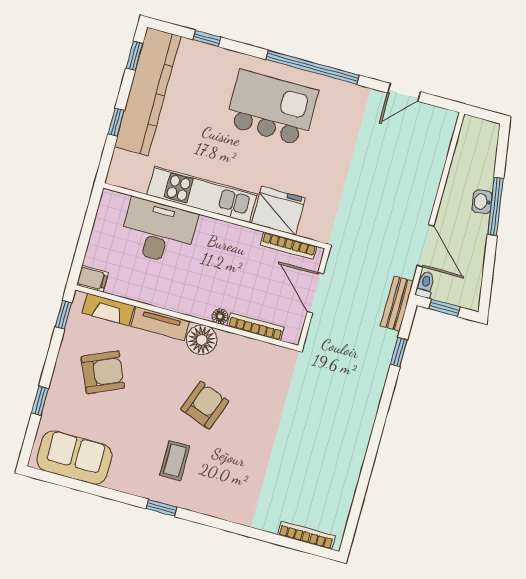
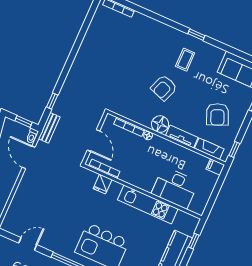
window: (116, 122) -> (194, 241), moved
fridge: (278, 211) -> (103, 184), width x0.53, depth x0.75
armchair: (103, 372) -> (217, 114), turned -89

